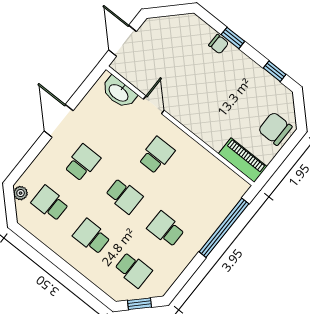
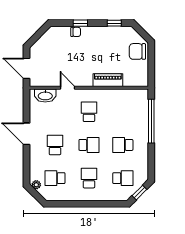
piano: (243, 160) -> (108, 80), moved
school desk: (92, 237) -> (89, 178), turned 90

